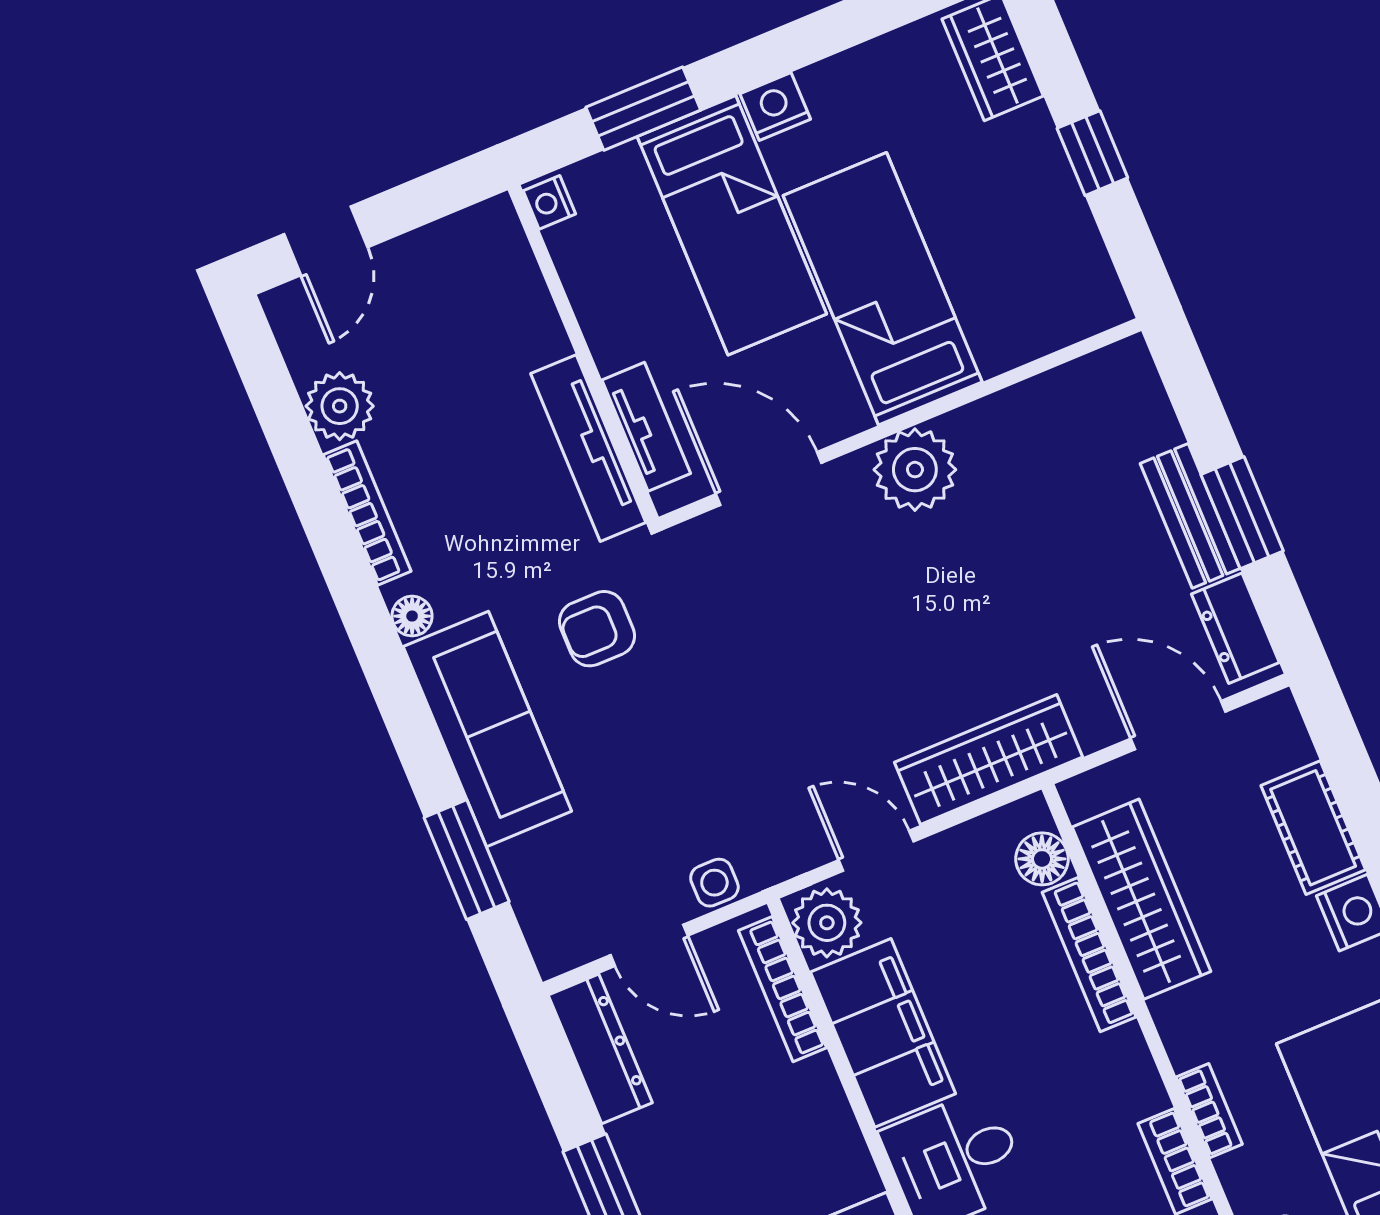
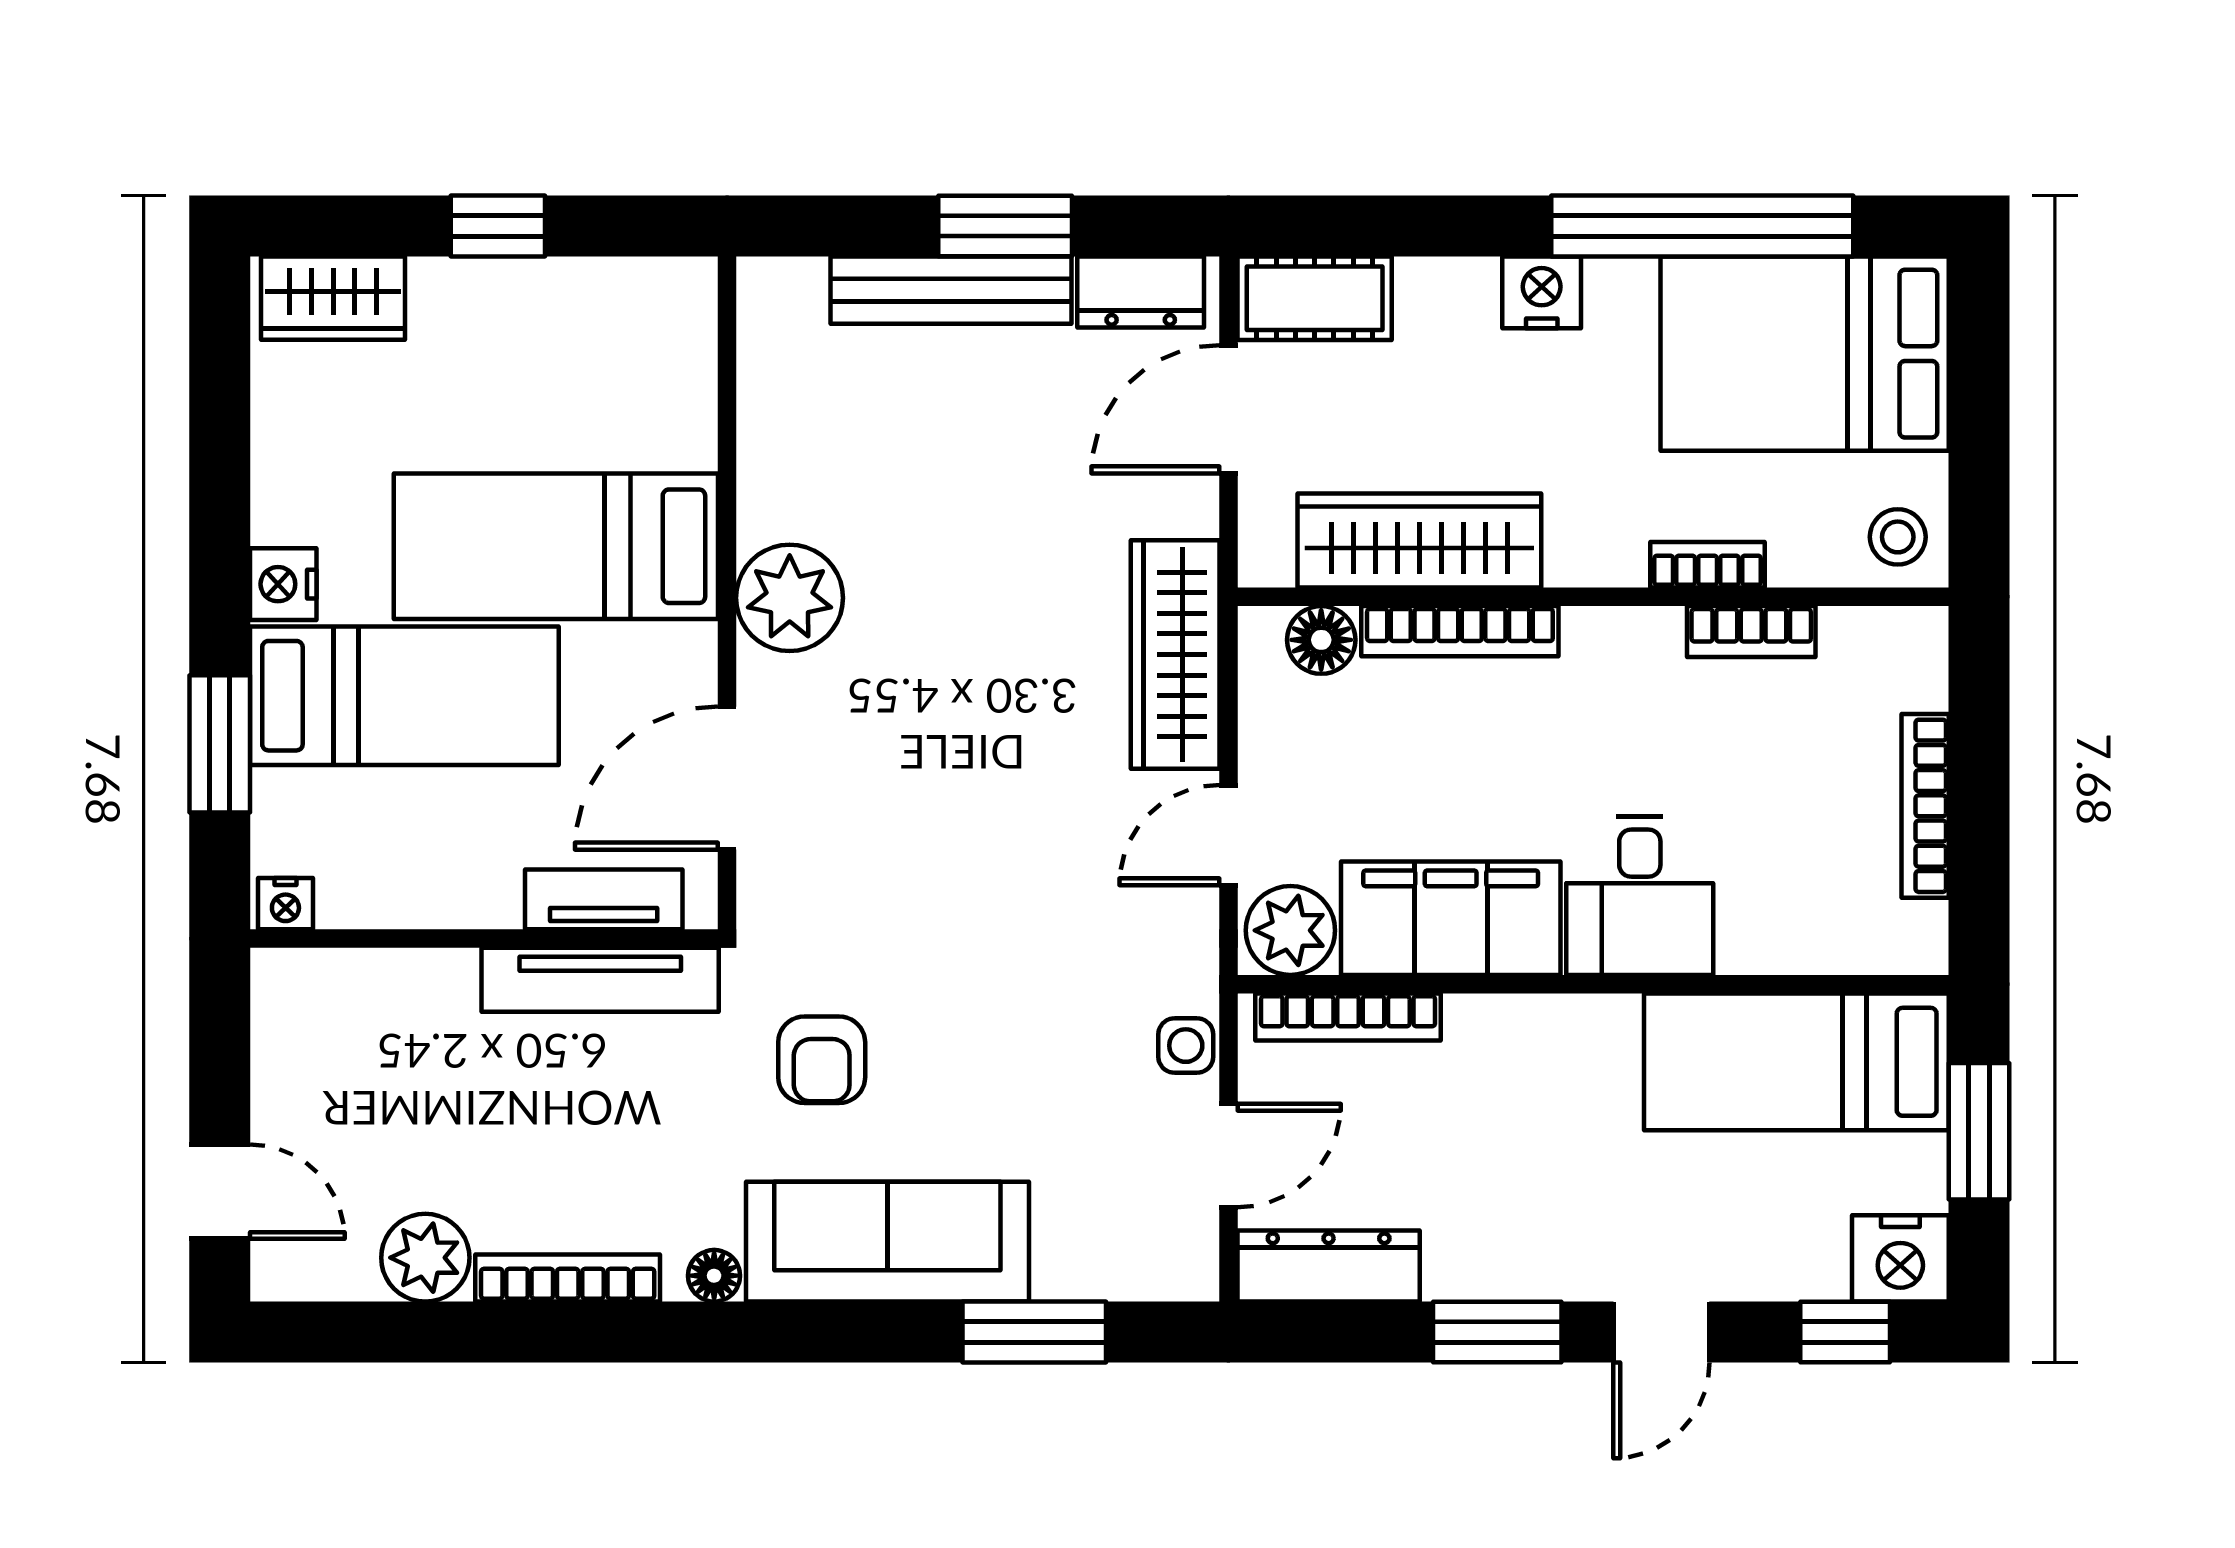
bench: (1190, 516) -> (951, 290), width x1.36
cot: (1313, 828) -> (1315, 298), moved

